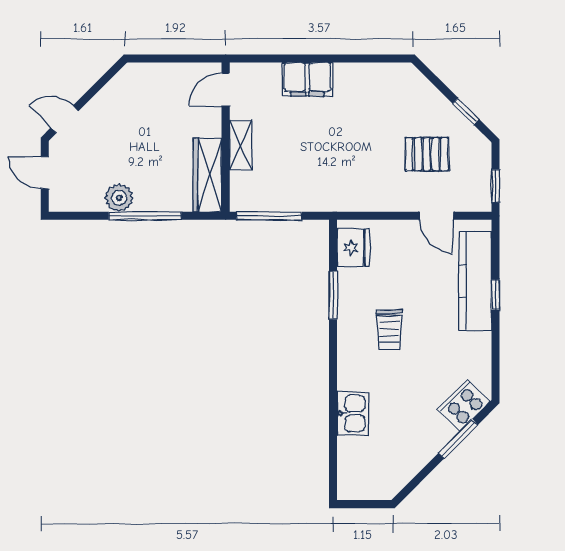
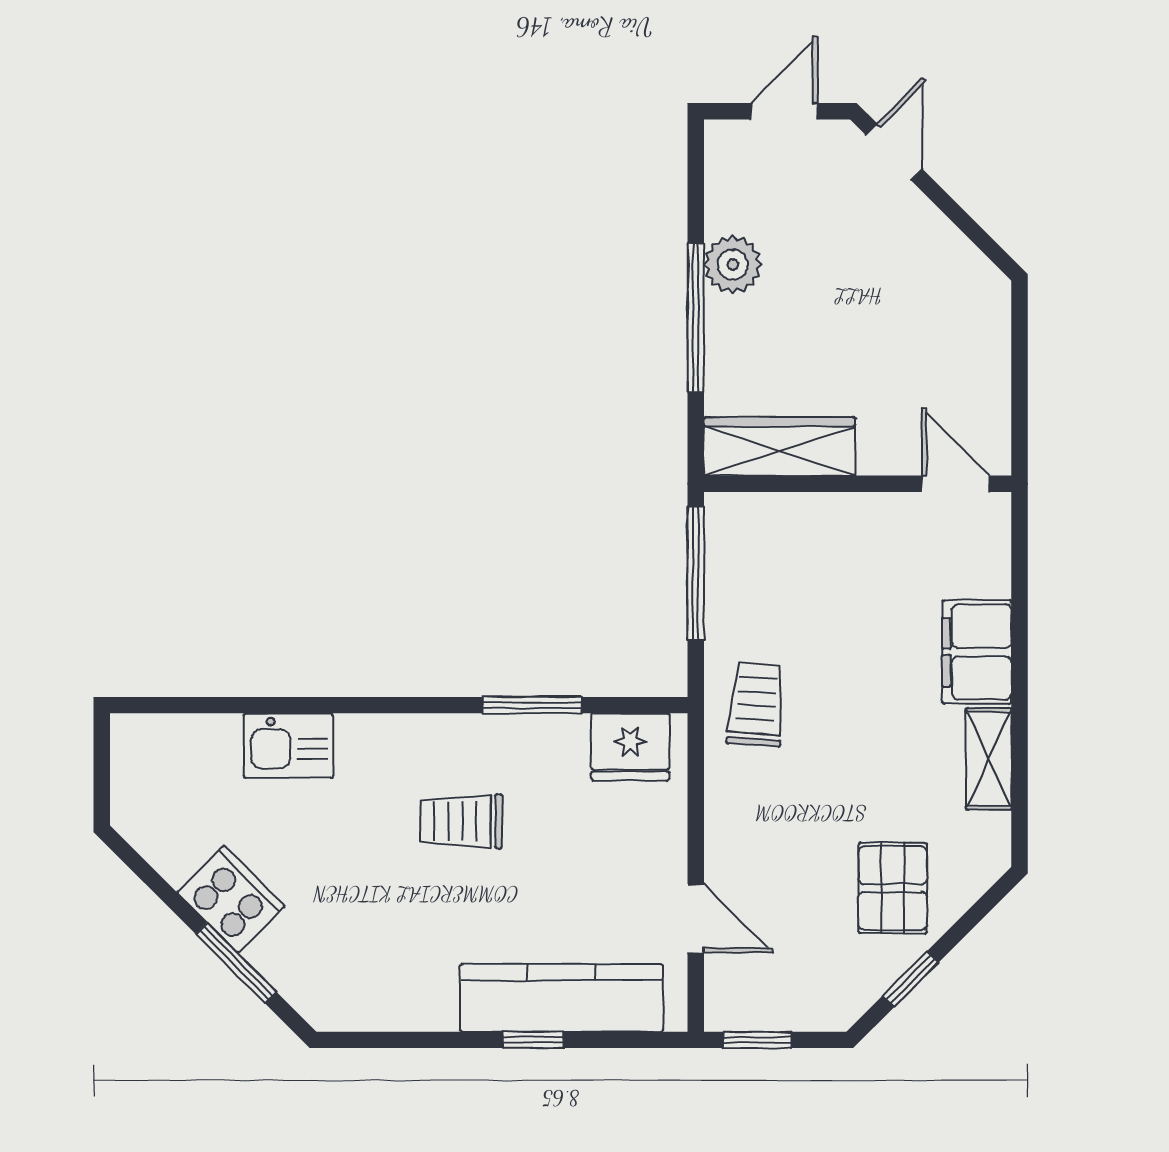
shelving: (241, 145) -> (989, 759), moved, turned 90
pallet: (427, 154) -> (893, 888), moved
trolley: (333, 186) -> (756, 704), added
door: (437, 216) -> (696, 918), swing flipped
cooker: (464, 405) -> (231, 899), moved

